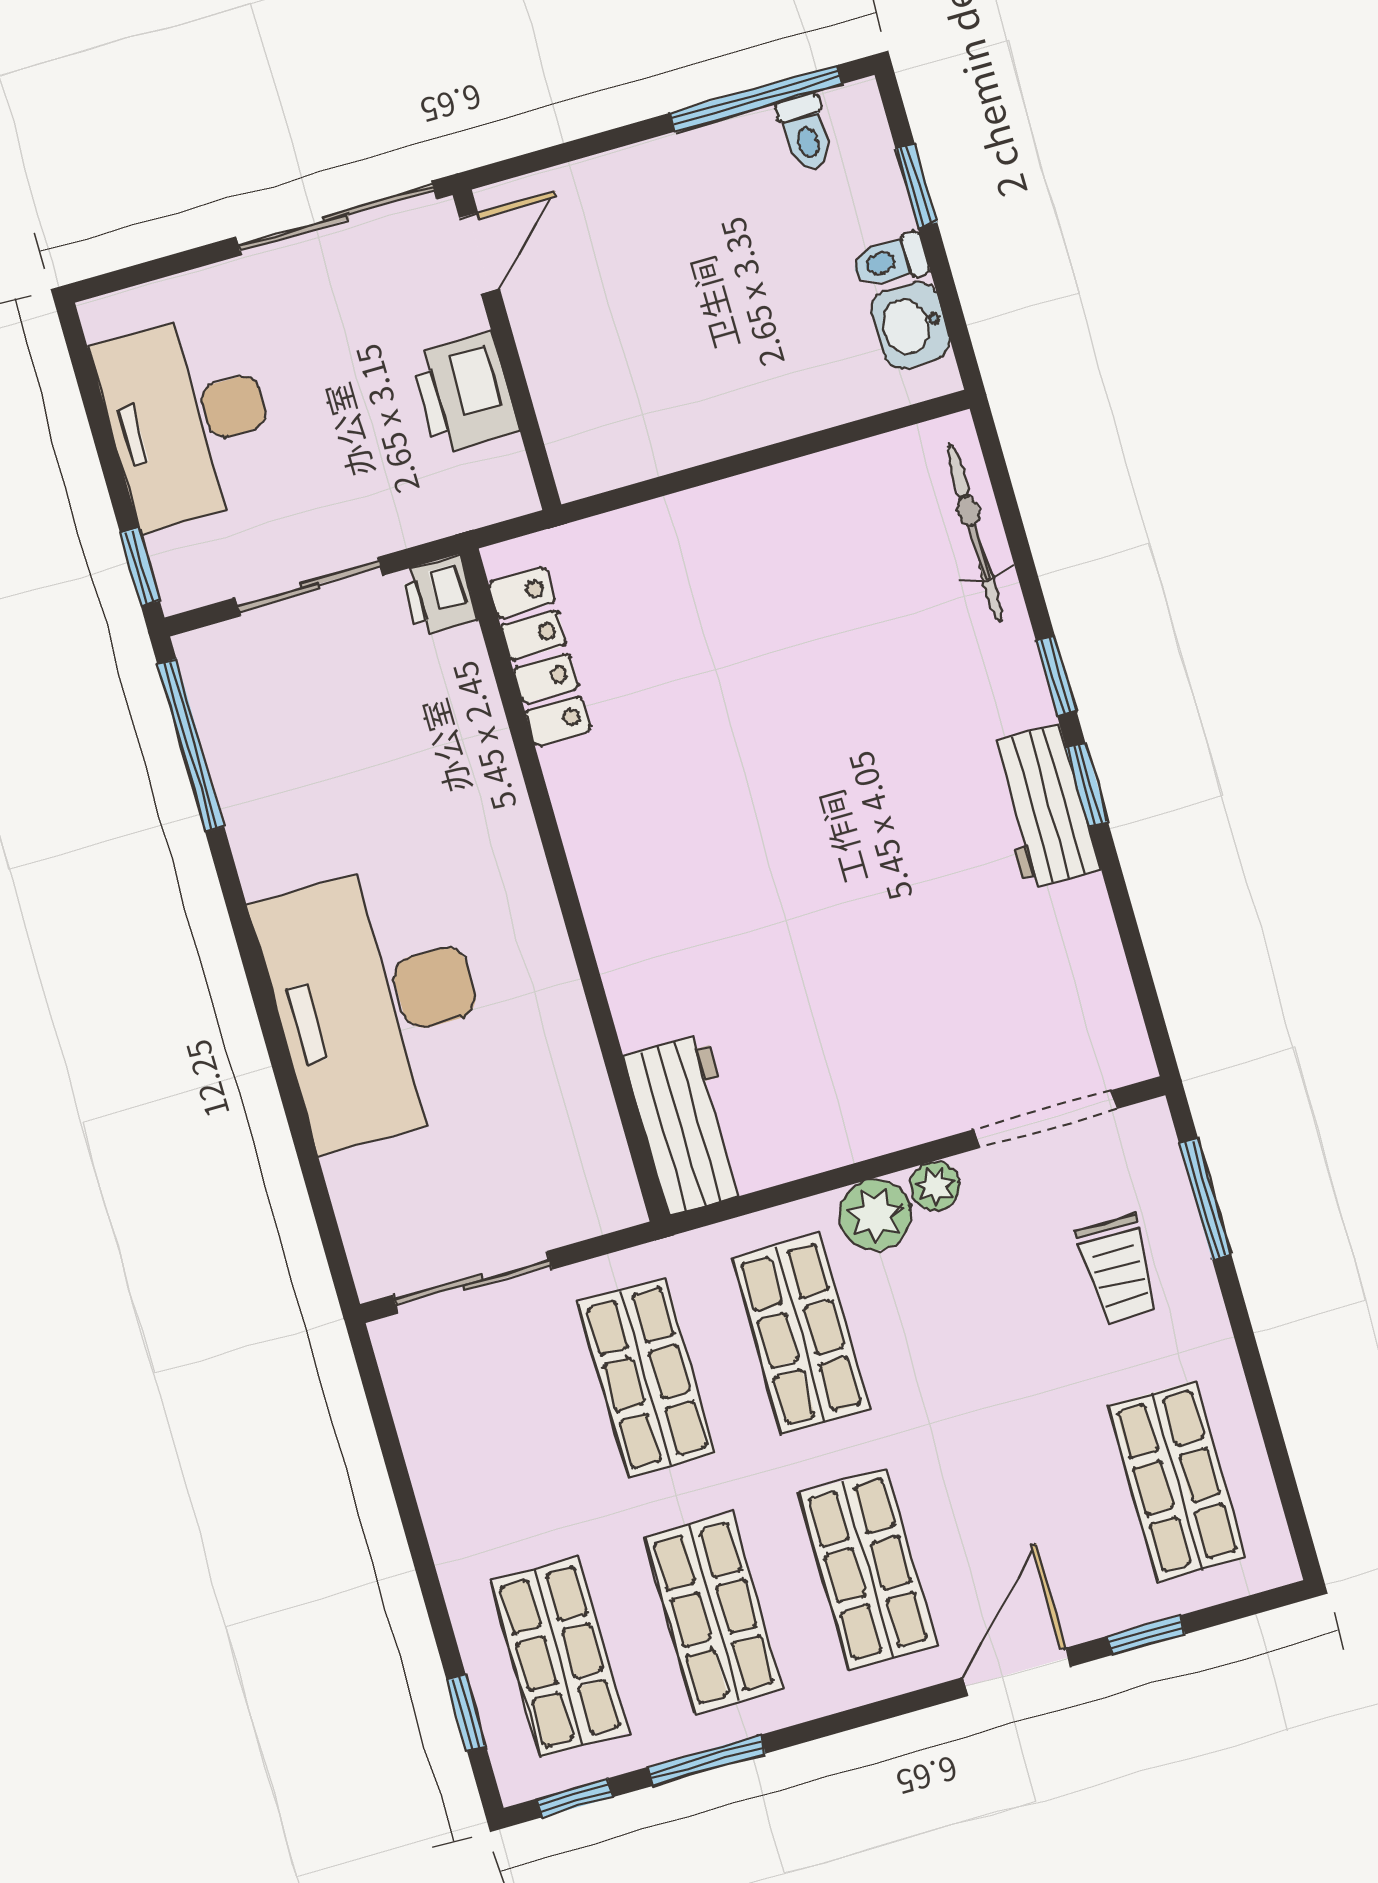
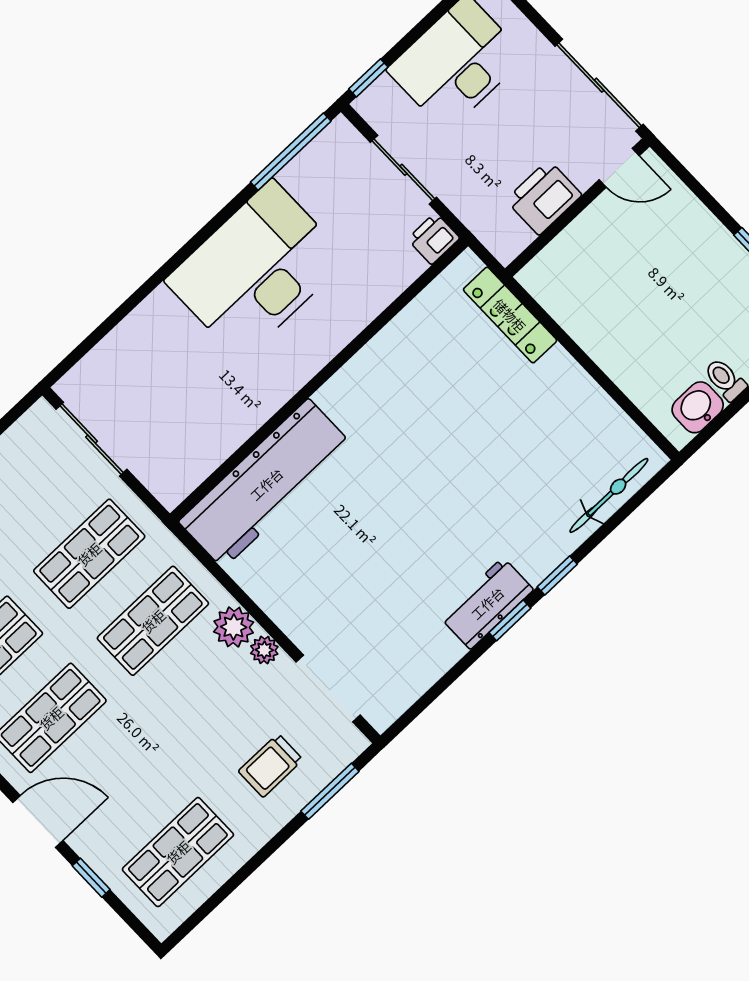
locker: (540, 657) -> (510, 315), moved, turned 90
desk: (376, 1004) -> (256, 270), moved
workbench: (687, 1124) -> (266, 484), width x1.88, depth x1.32

